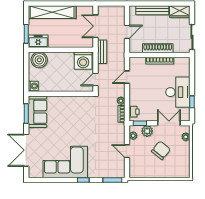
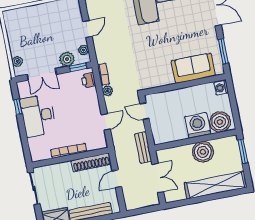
boiler: (57, 40) -> (203, 152), added
freezer: (38, 41) -> (226, 145), removed
shoe rack: (158, 48) -> (91, 162), moved
washing machine: (83, 61) -> (198, 125), moved
door: (95, 79) -> (145, 111), swing flipped
sofa: (37, 112) -> (193, 68), moved, turned 90
chair: (161, 150) -> (45, 38), removed
door: (127, 151) -> (87, 29), hinge flipped

